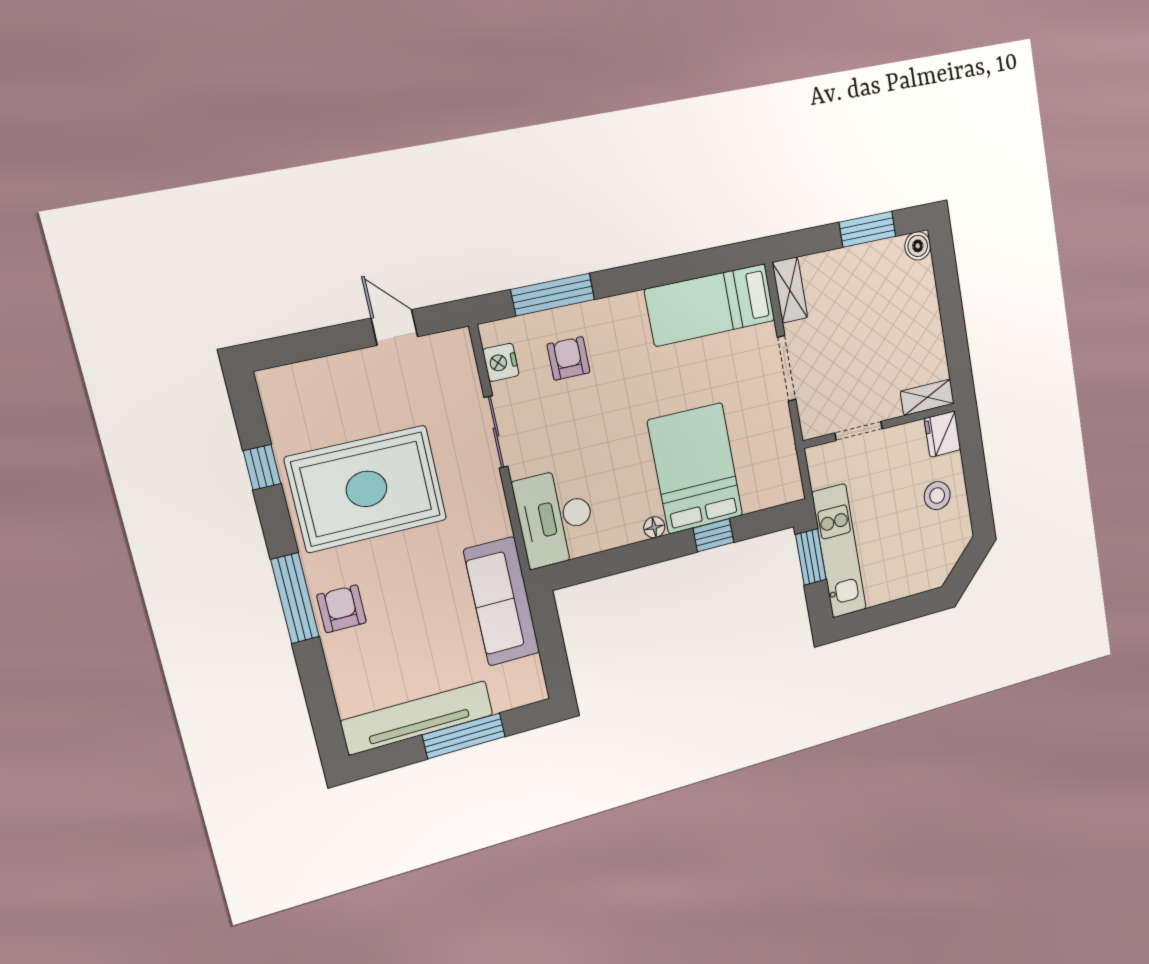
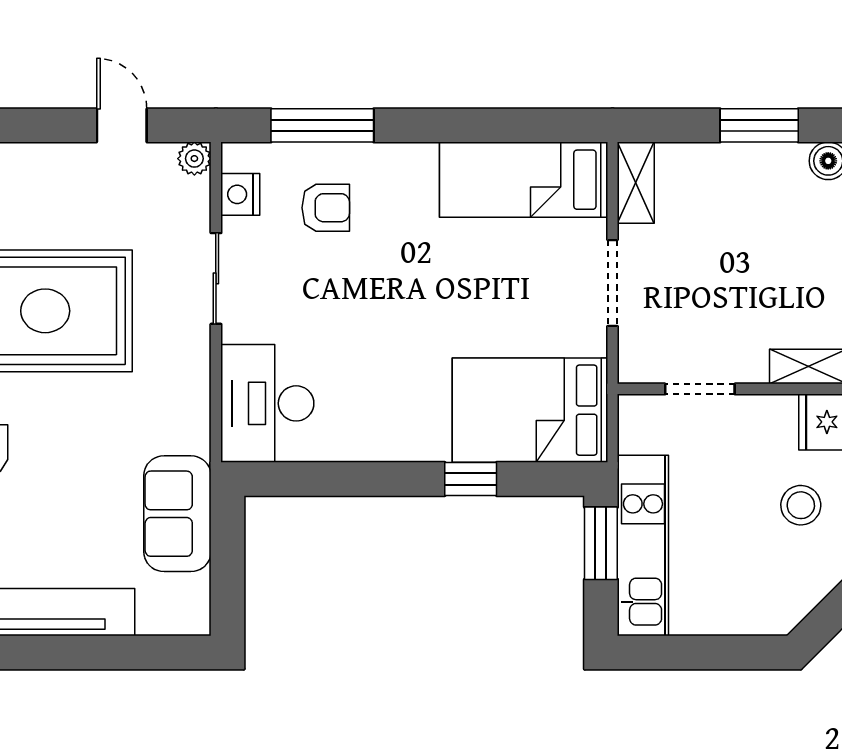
plant: (459, 342) -> (194, 159), added
armchair: (568, 358) -> (326, 208), turned 90
bed: (695, 468) -> (530, 410), moved, turned -90
floor lamp: (654, 527) -> (393, 448), removed
sofa: (502, 601) -> (177, 514), width x0.73
window: (464, 736) -> (93, 652), removed

